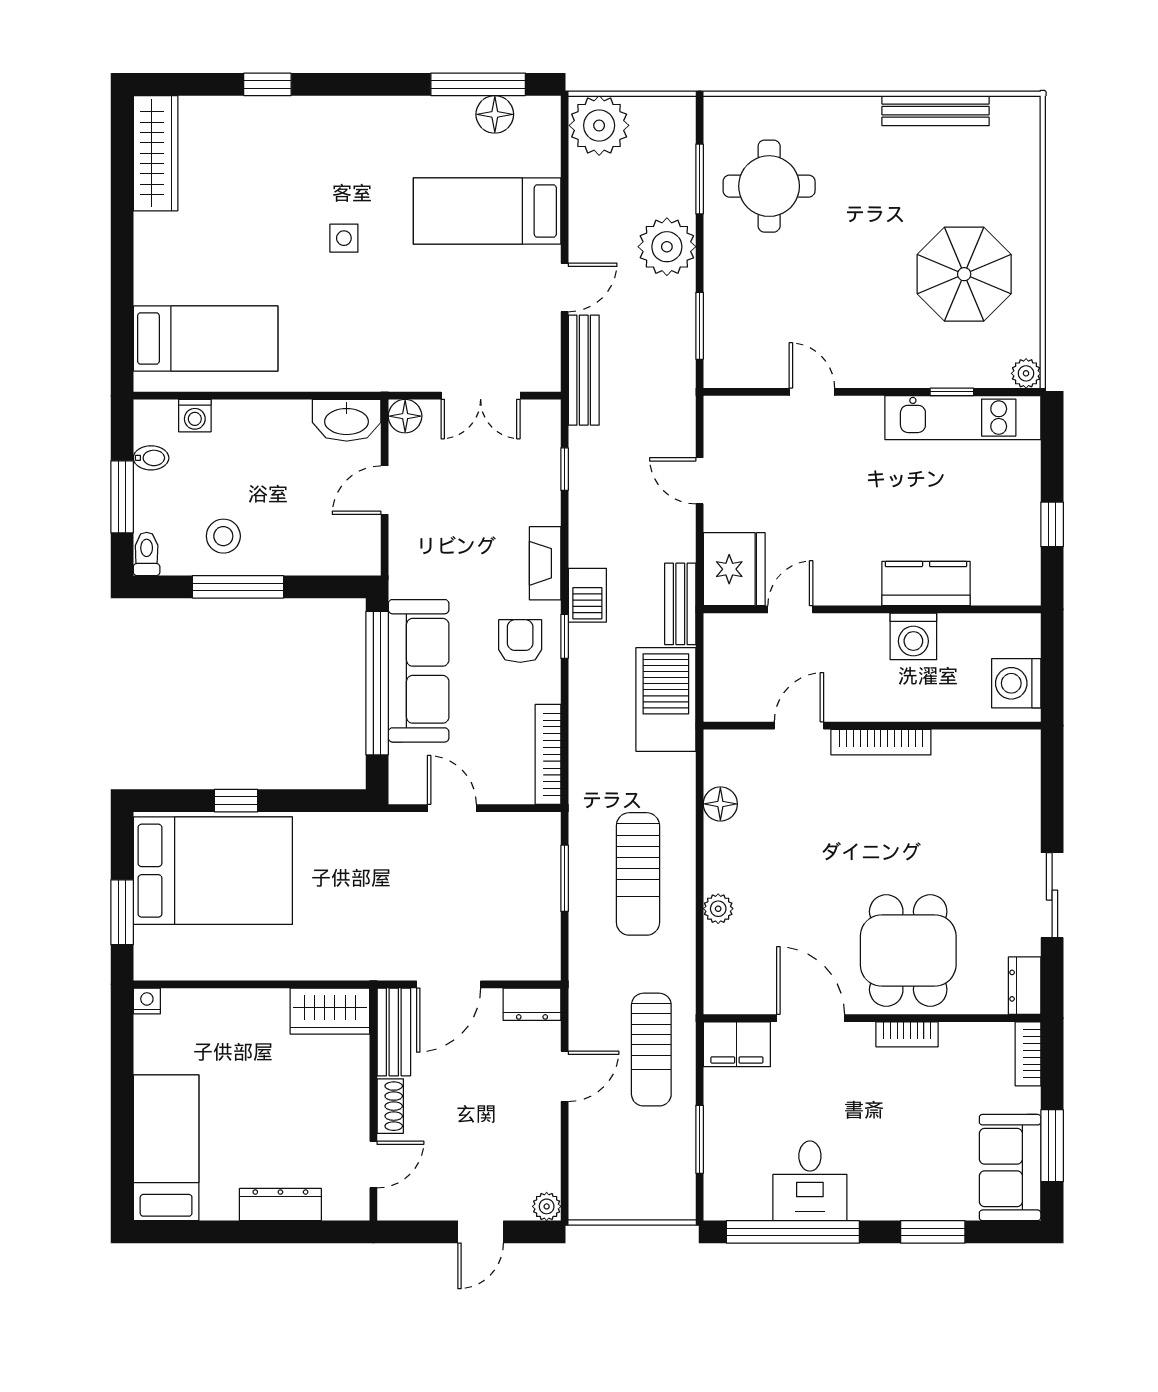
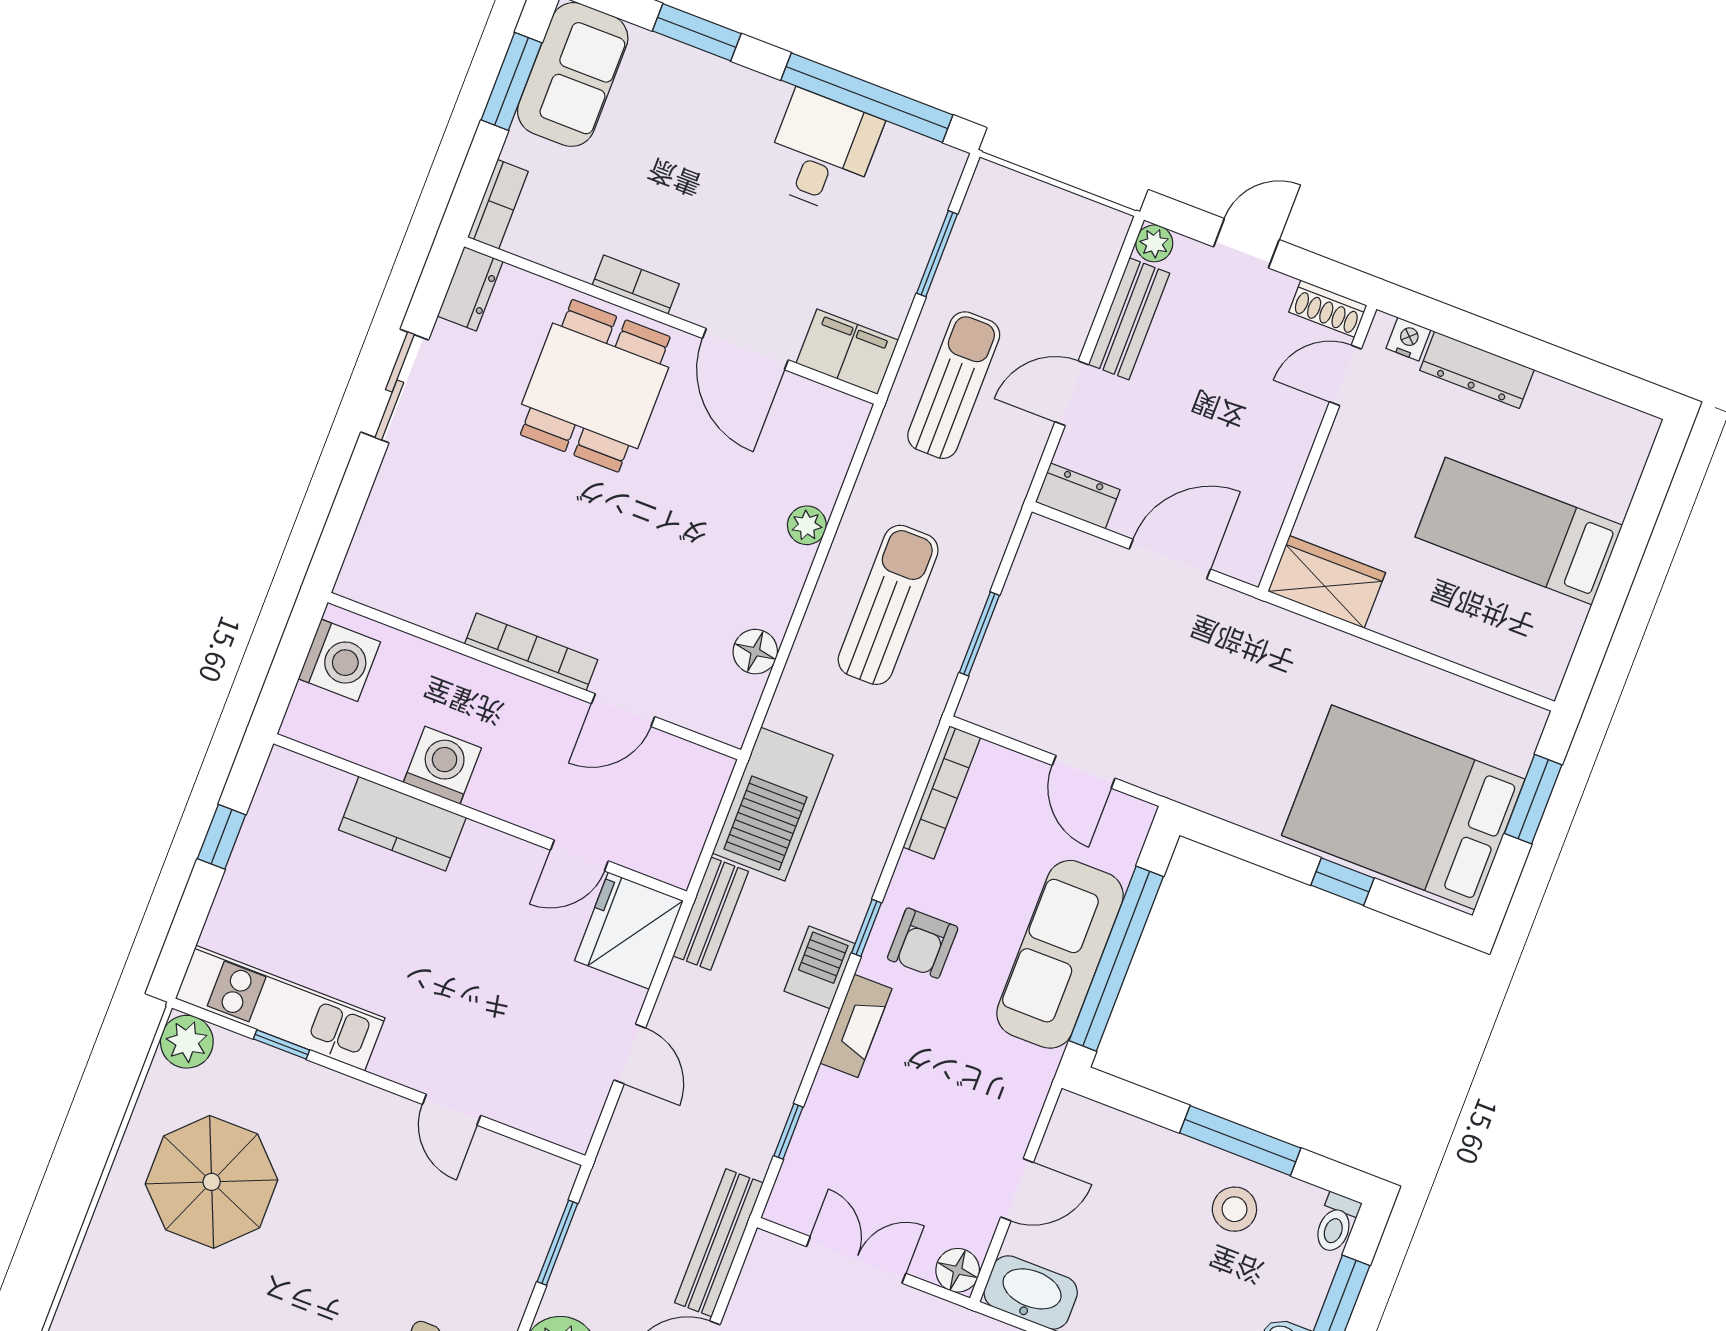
plant: (1026, 373) -> (187, 1042), width x1.38, depth x1.38
nightstand: (147, 1001) -> (1408, 339), moved, turned 180
bench: (394, 1032) -> (1129, 319), moved
shoe rack: (390, 1106) -> (1328, 309), moved, turned -90
bed: (166, 1148) -> (1519, 531), moved, turned 90

